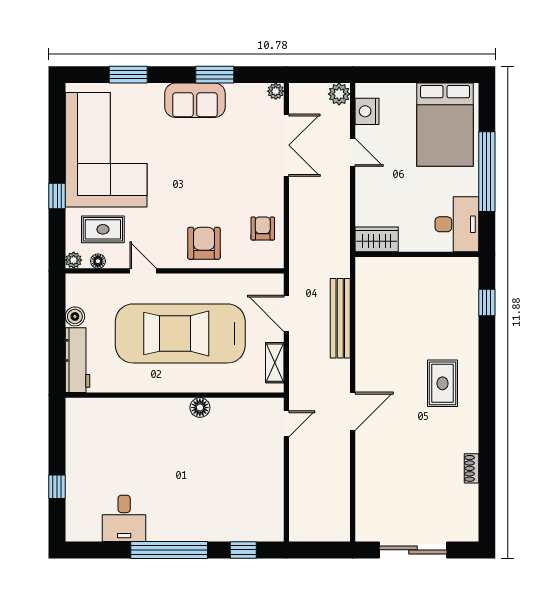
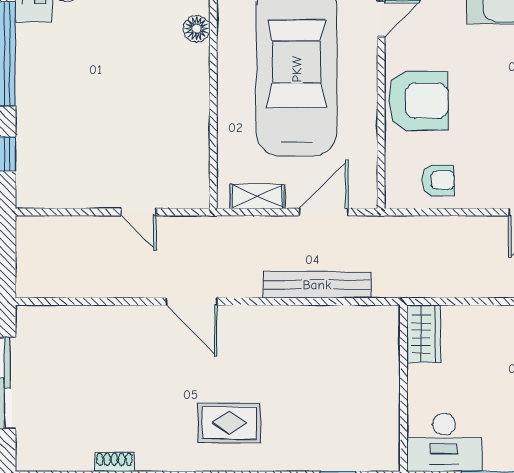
armchair: (204, 243) -> (418, 101), width x1.36, depth x1.36
floor lamp: (200, 408) -> (197, 29), moved
door: (286, 424) -> (139, 212), moved

